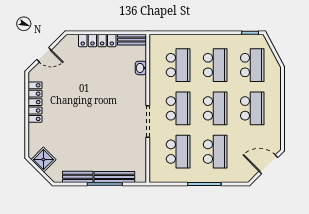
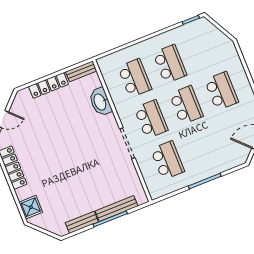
school desk: (252, 65) -> (205, 50), removed
washbasin: (141, 68) -> (100, 102), width x1.91, depth x1.45
school desk: (215, 152) -> (203, 146), removed
shower: (43, 160) -> (31, 207), moved, turned 45

